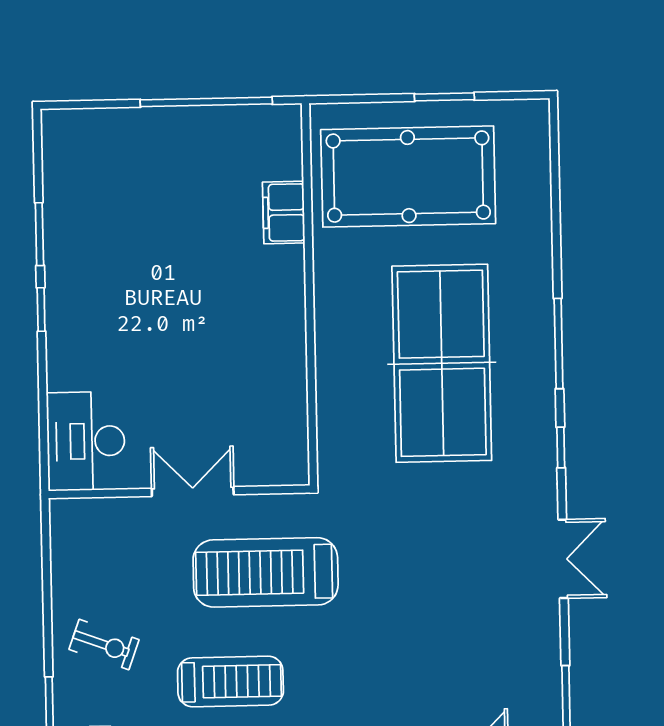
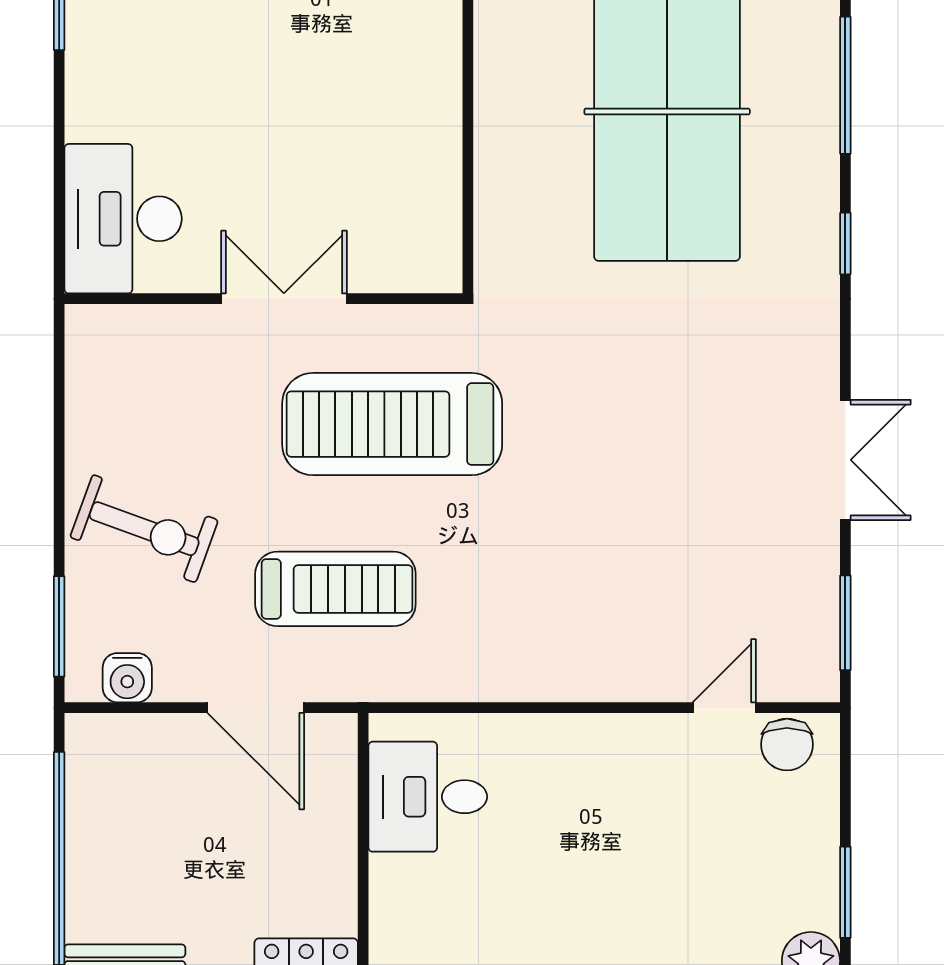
double door: (563, 559) -> (845, 460), moved
exercise bike: (104, 645) -> (144, 529), width x1.38, depth x1.39

